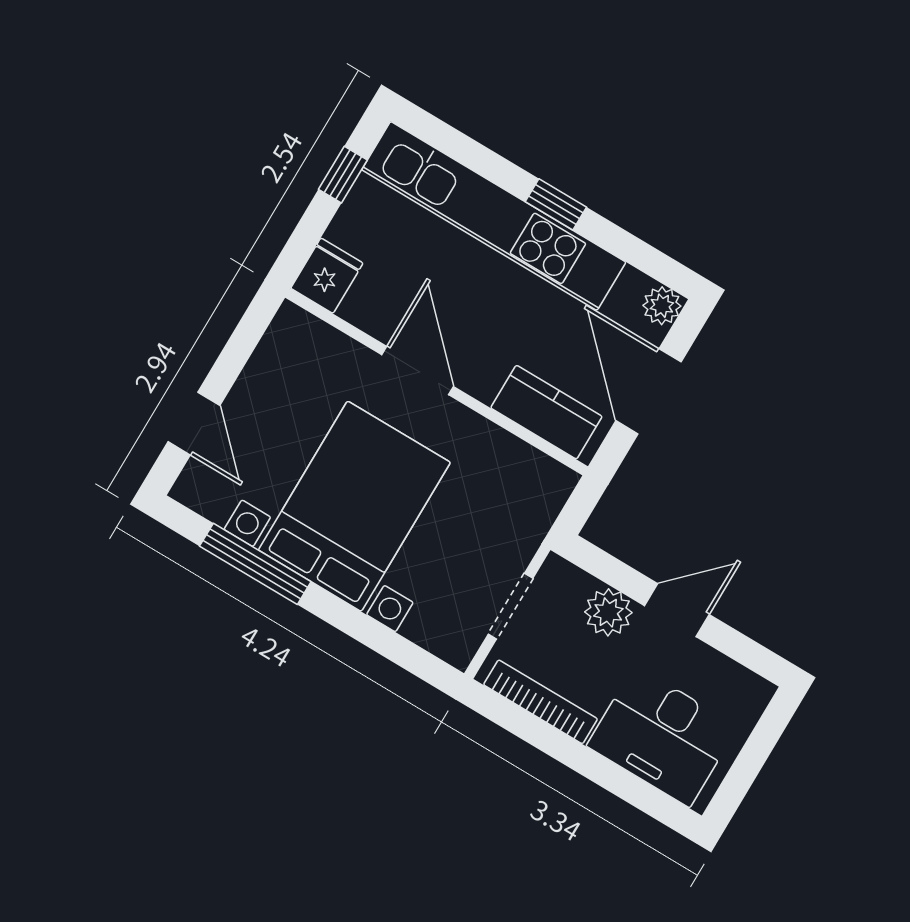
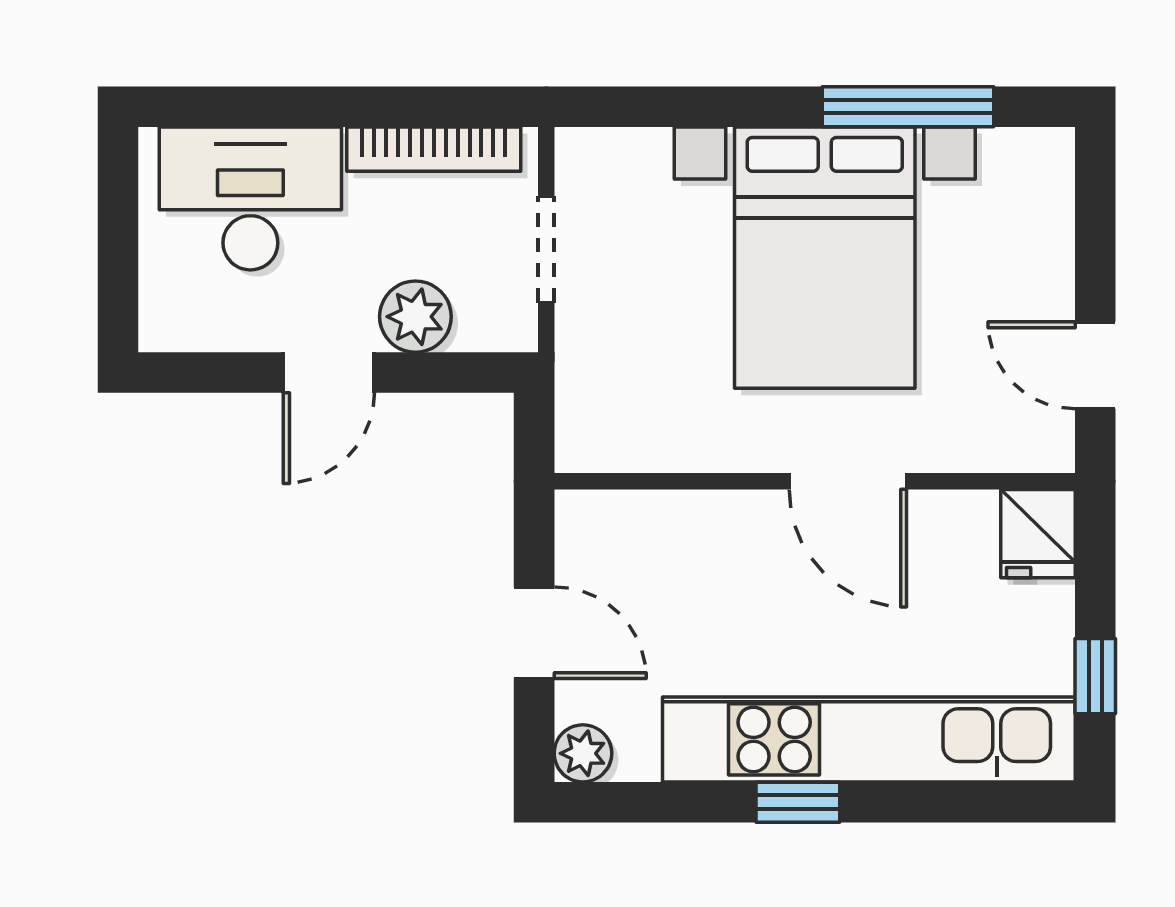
door: (649, 391) -> (534, 633), width x0.73
kitchen counter: (546, 412) -> (650, 527), removed
door: (194, 424) -> (1095, 365), moved

